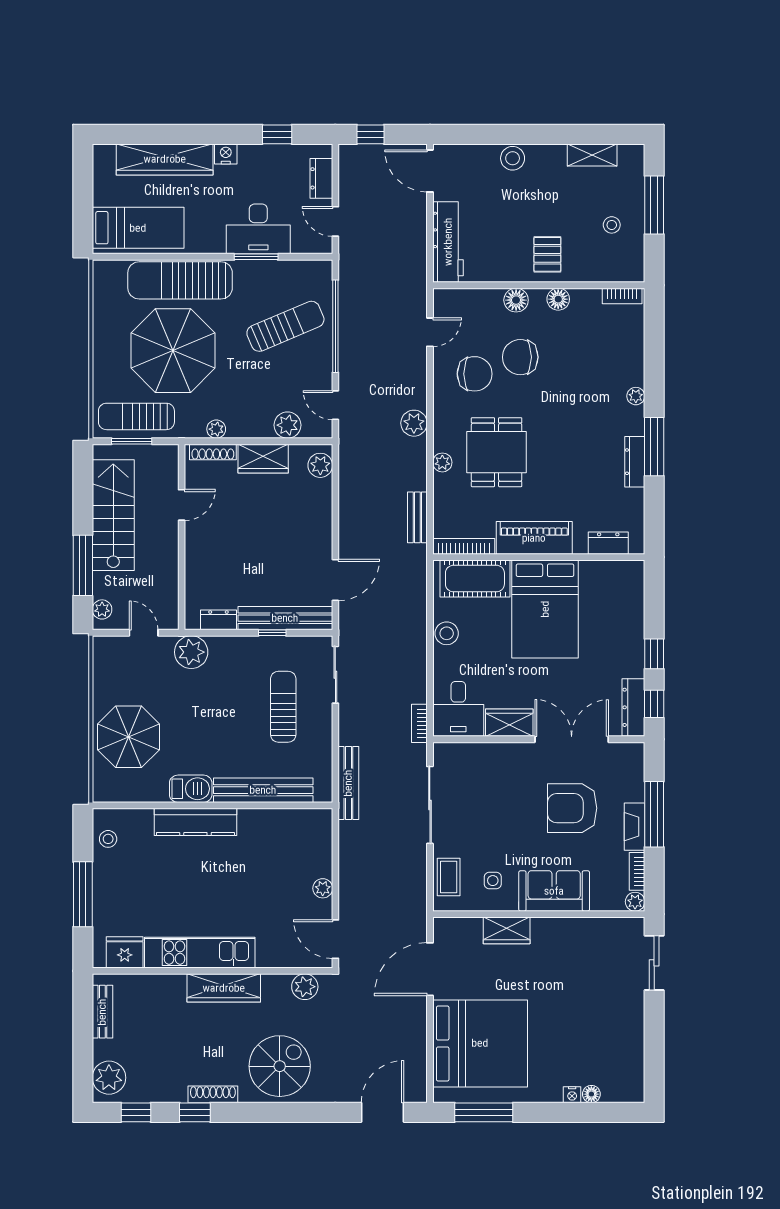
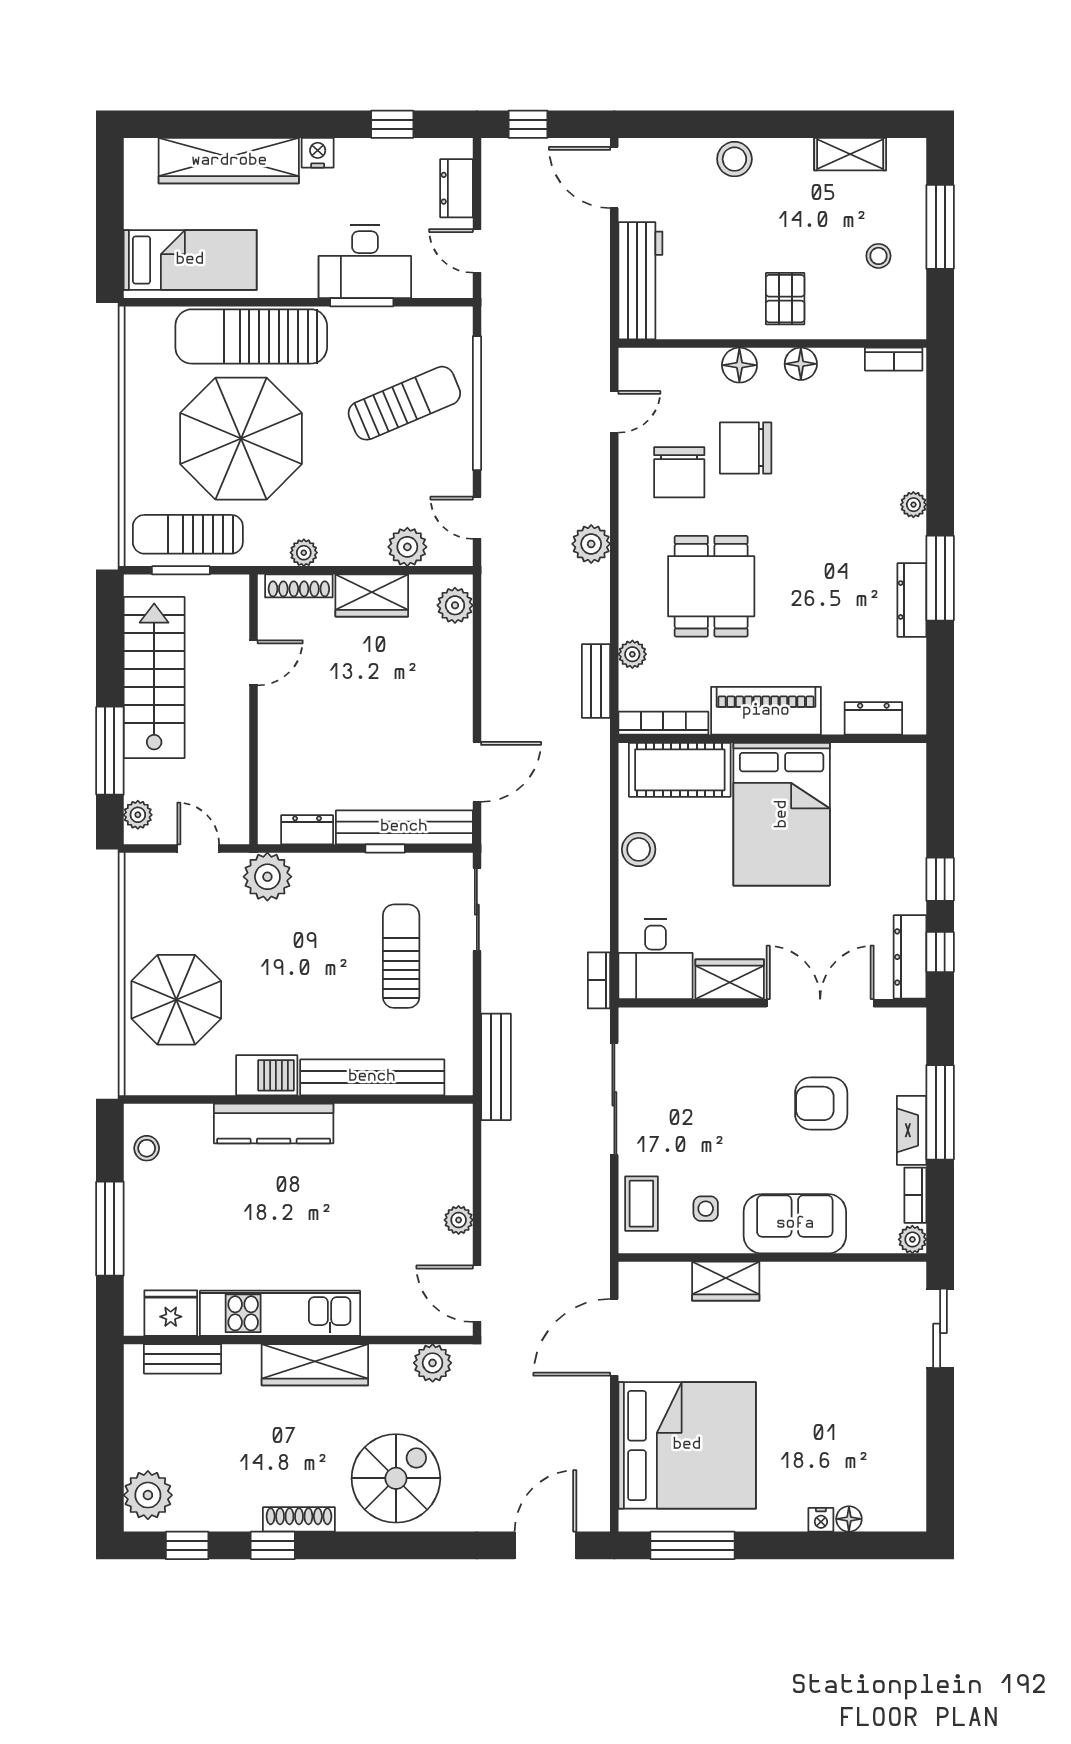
chair: (475, 374) -> (679, 472), turned 90
plant: (442, 462) -> (632, 654), moved
armchair: (572, 808) -> (821, 1103), width x0.73, depth x0.73
bench: (102, 1012) -> (183, 1359), moved, turned 90

